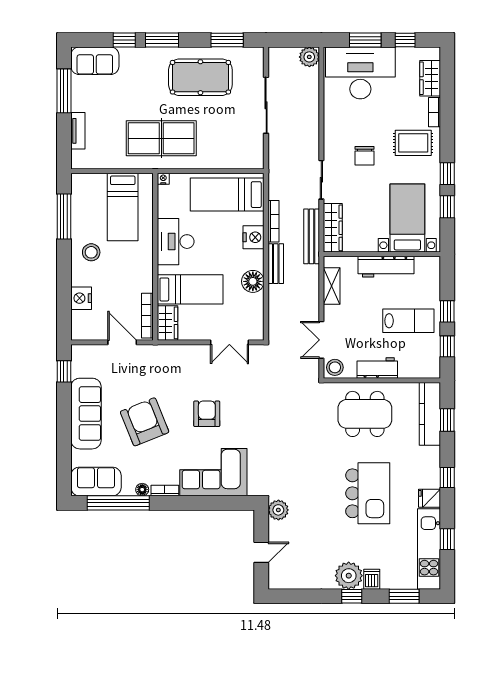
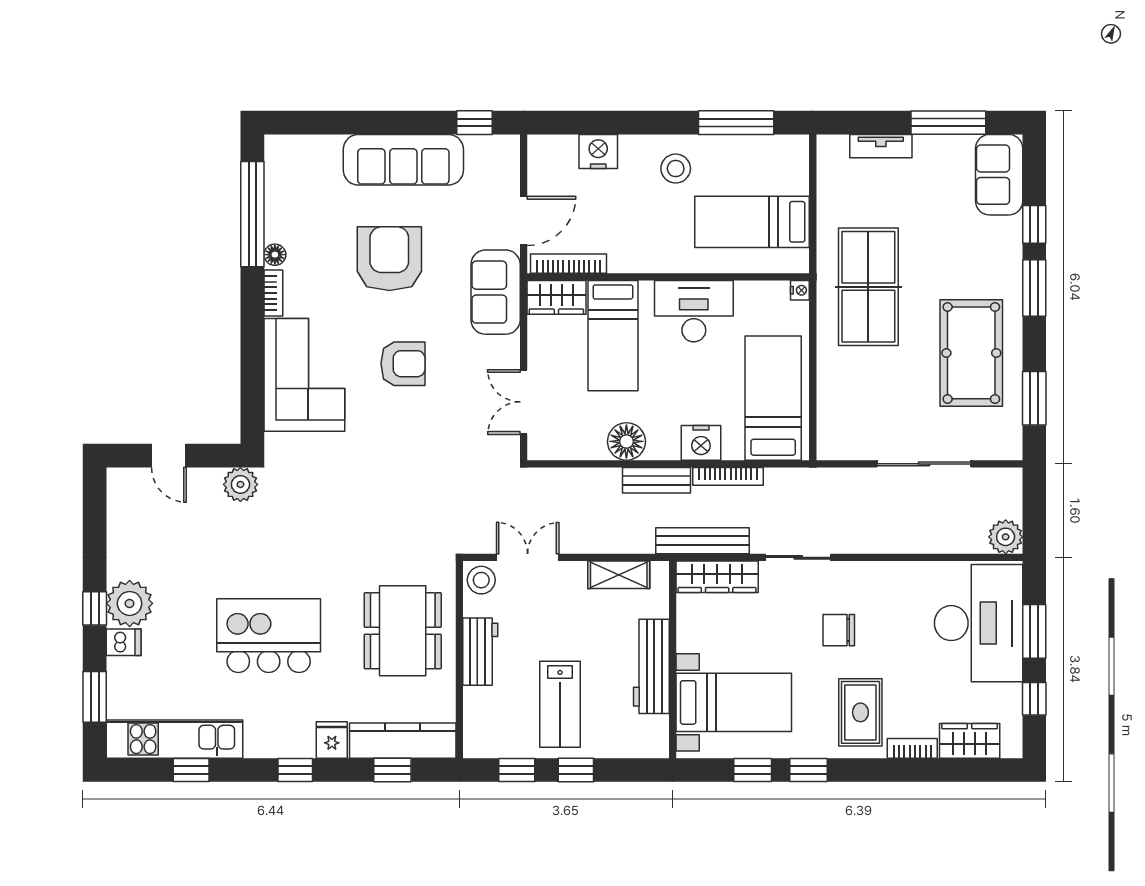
armchair: (145, 422) -> (389, 259), turned -68
sofa: (96, 481) -> (496, 292), moved, turned 180
kitchen island: (368, 493) -> (269, 636), turned 180
fridge: (430, 498) -> (332, 740), moved

